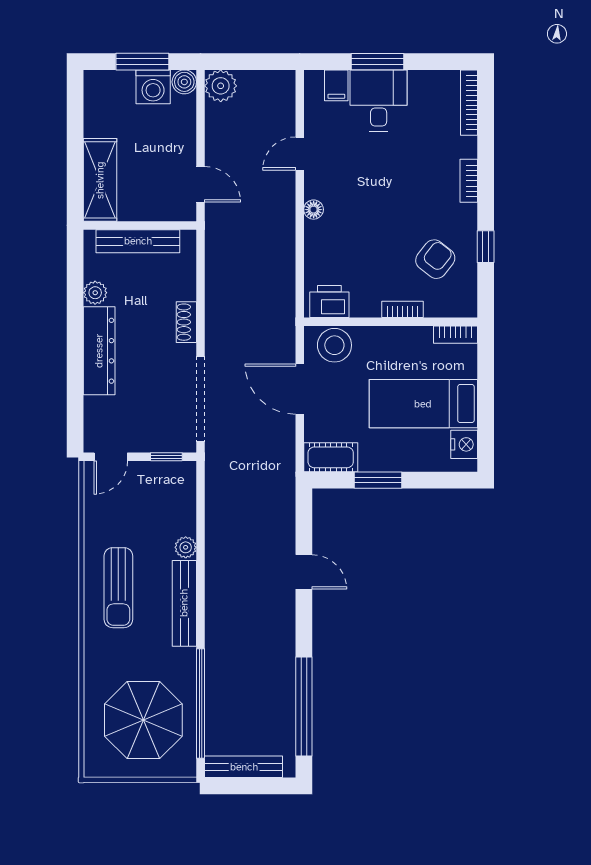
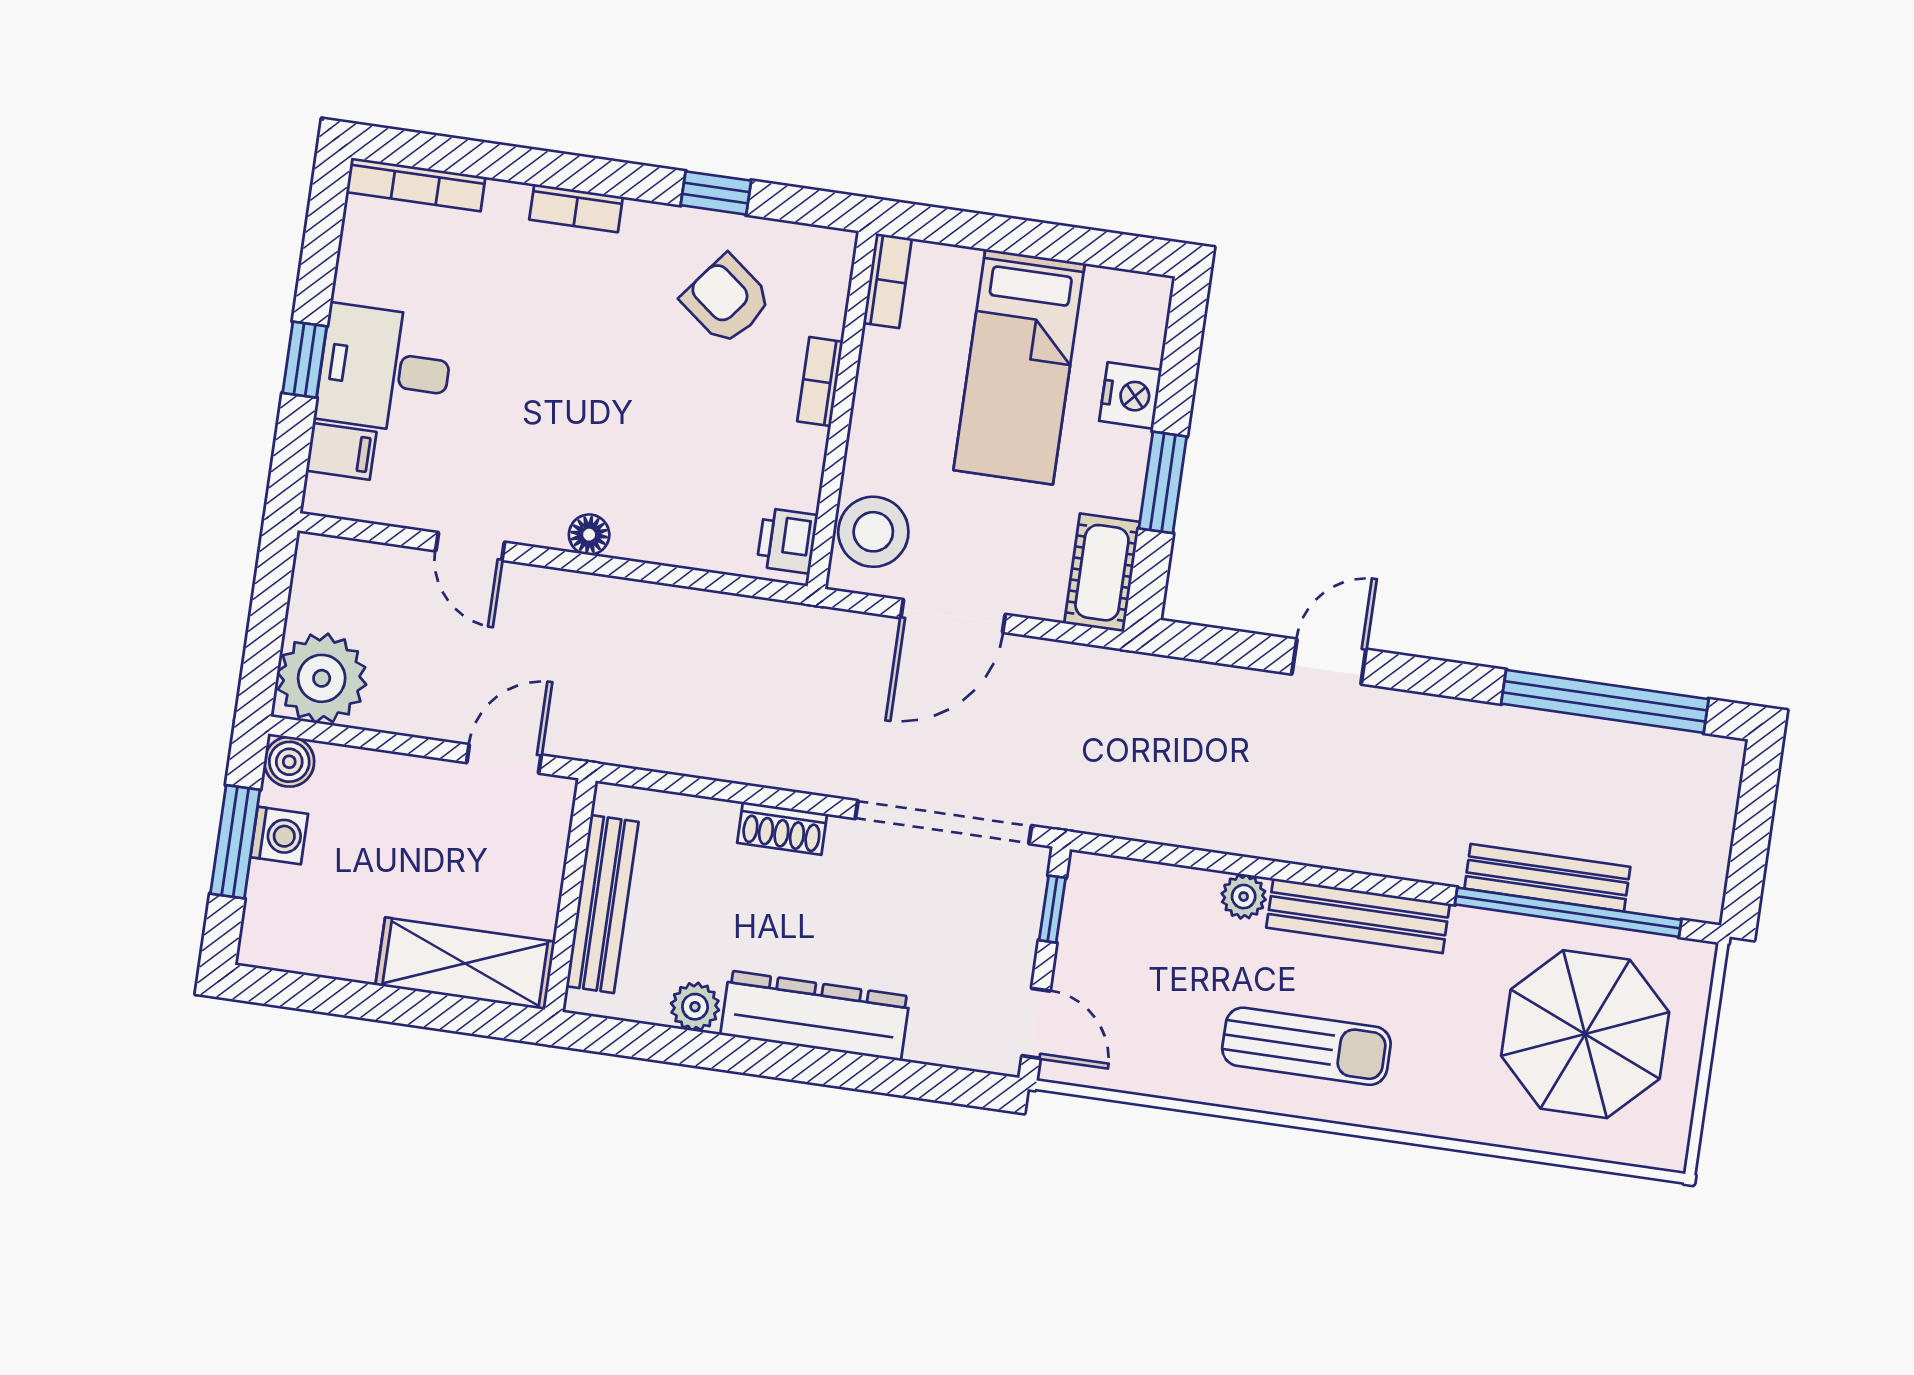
window: (378, 62) -> (305, 360), width x0.67
plant: (221, 86) -> (322, 678), width x1.36, depth x1.36
washing machine: (153, 87) -> (279, 835), width x0.73, depth x0.73
printer: (329, 302) -> (787, 541), width x0.73, depth x0.81
nightstand: (464, 444) -> (1130, 395), moved, turned 90
bench: (244, 767) -> (1547, 878), moved, turned 90

